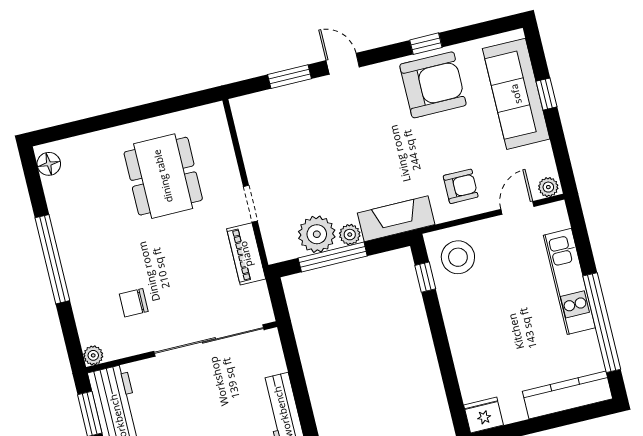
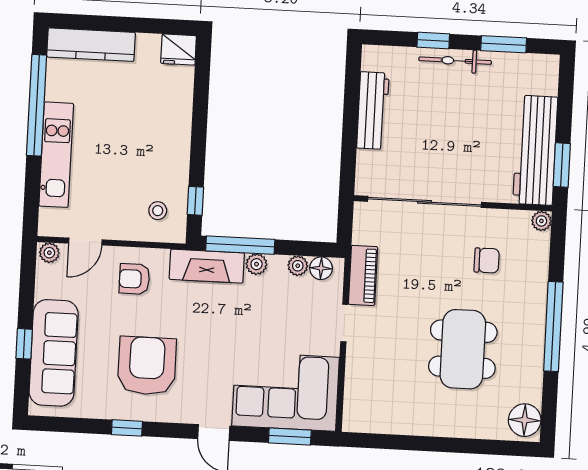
window: (289, 77) -> (290, 437), moved
armchair: (433, 85) -> (147, 366), moved, turned 90
corner sofa: (286, 123) -> (286, 392), added
floor lamp: (49, 164) -> (525, 420), width x1.38, depth x1.38
dining table: (163, 176) -> (463, 349), moved
plant: (317, 234) -> (298, 266), width x0.53, depth x0.53
floor lamp: (288, 249) -> (321, 268), added
window: (333, 257) -> (240, 245), moved
stool: (458, 257) -> (158, 211), width x0.53, depth x0.53

